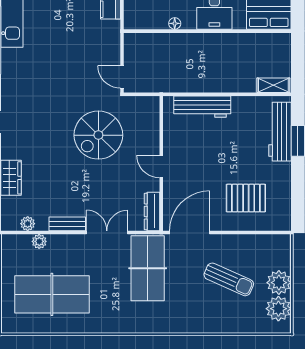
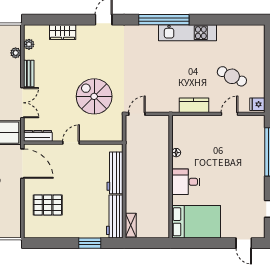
workbench: (280, 132) -> (115, 216), moved, turned -90
pallet: (246, 198) -> (48, 205), turned 90

